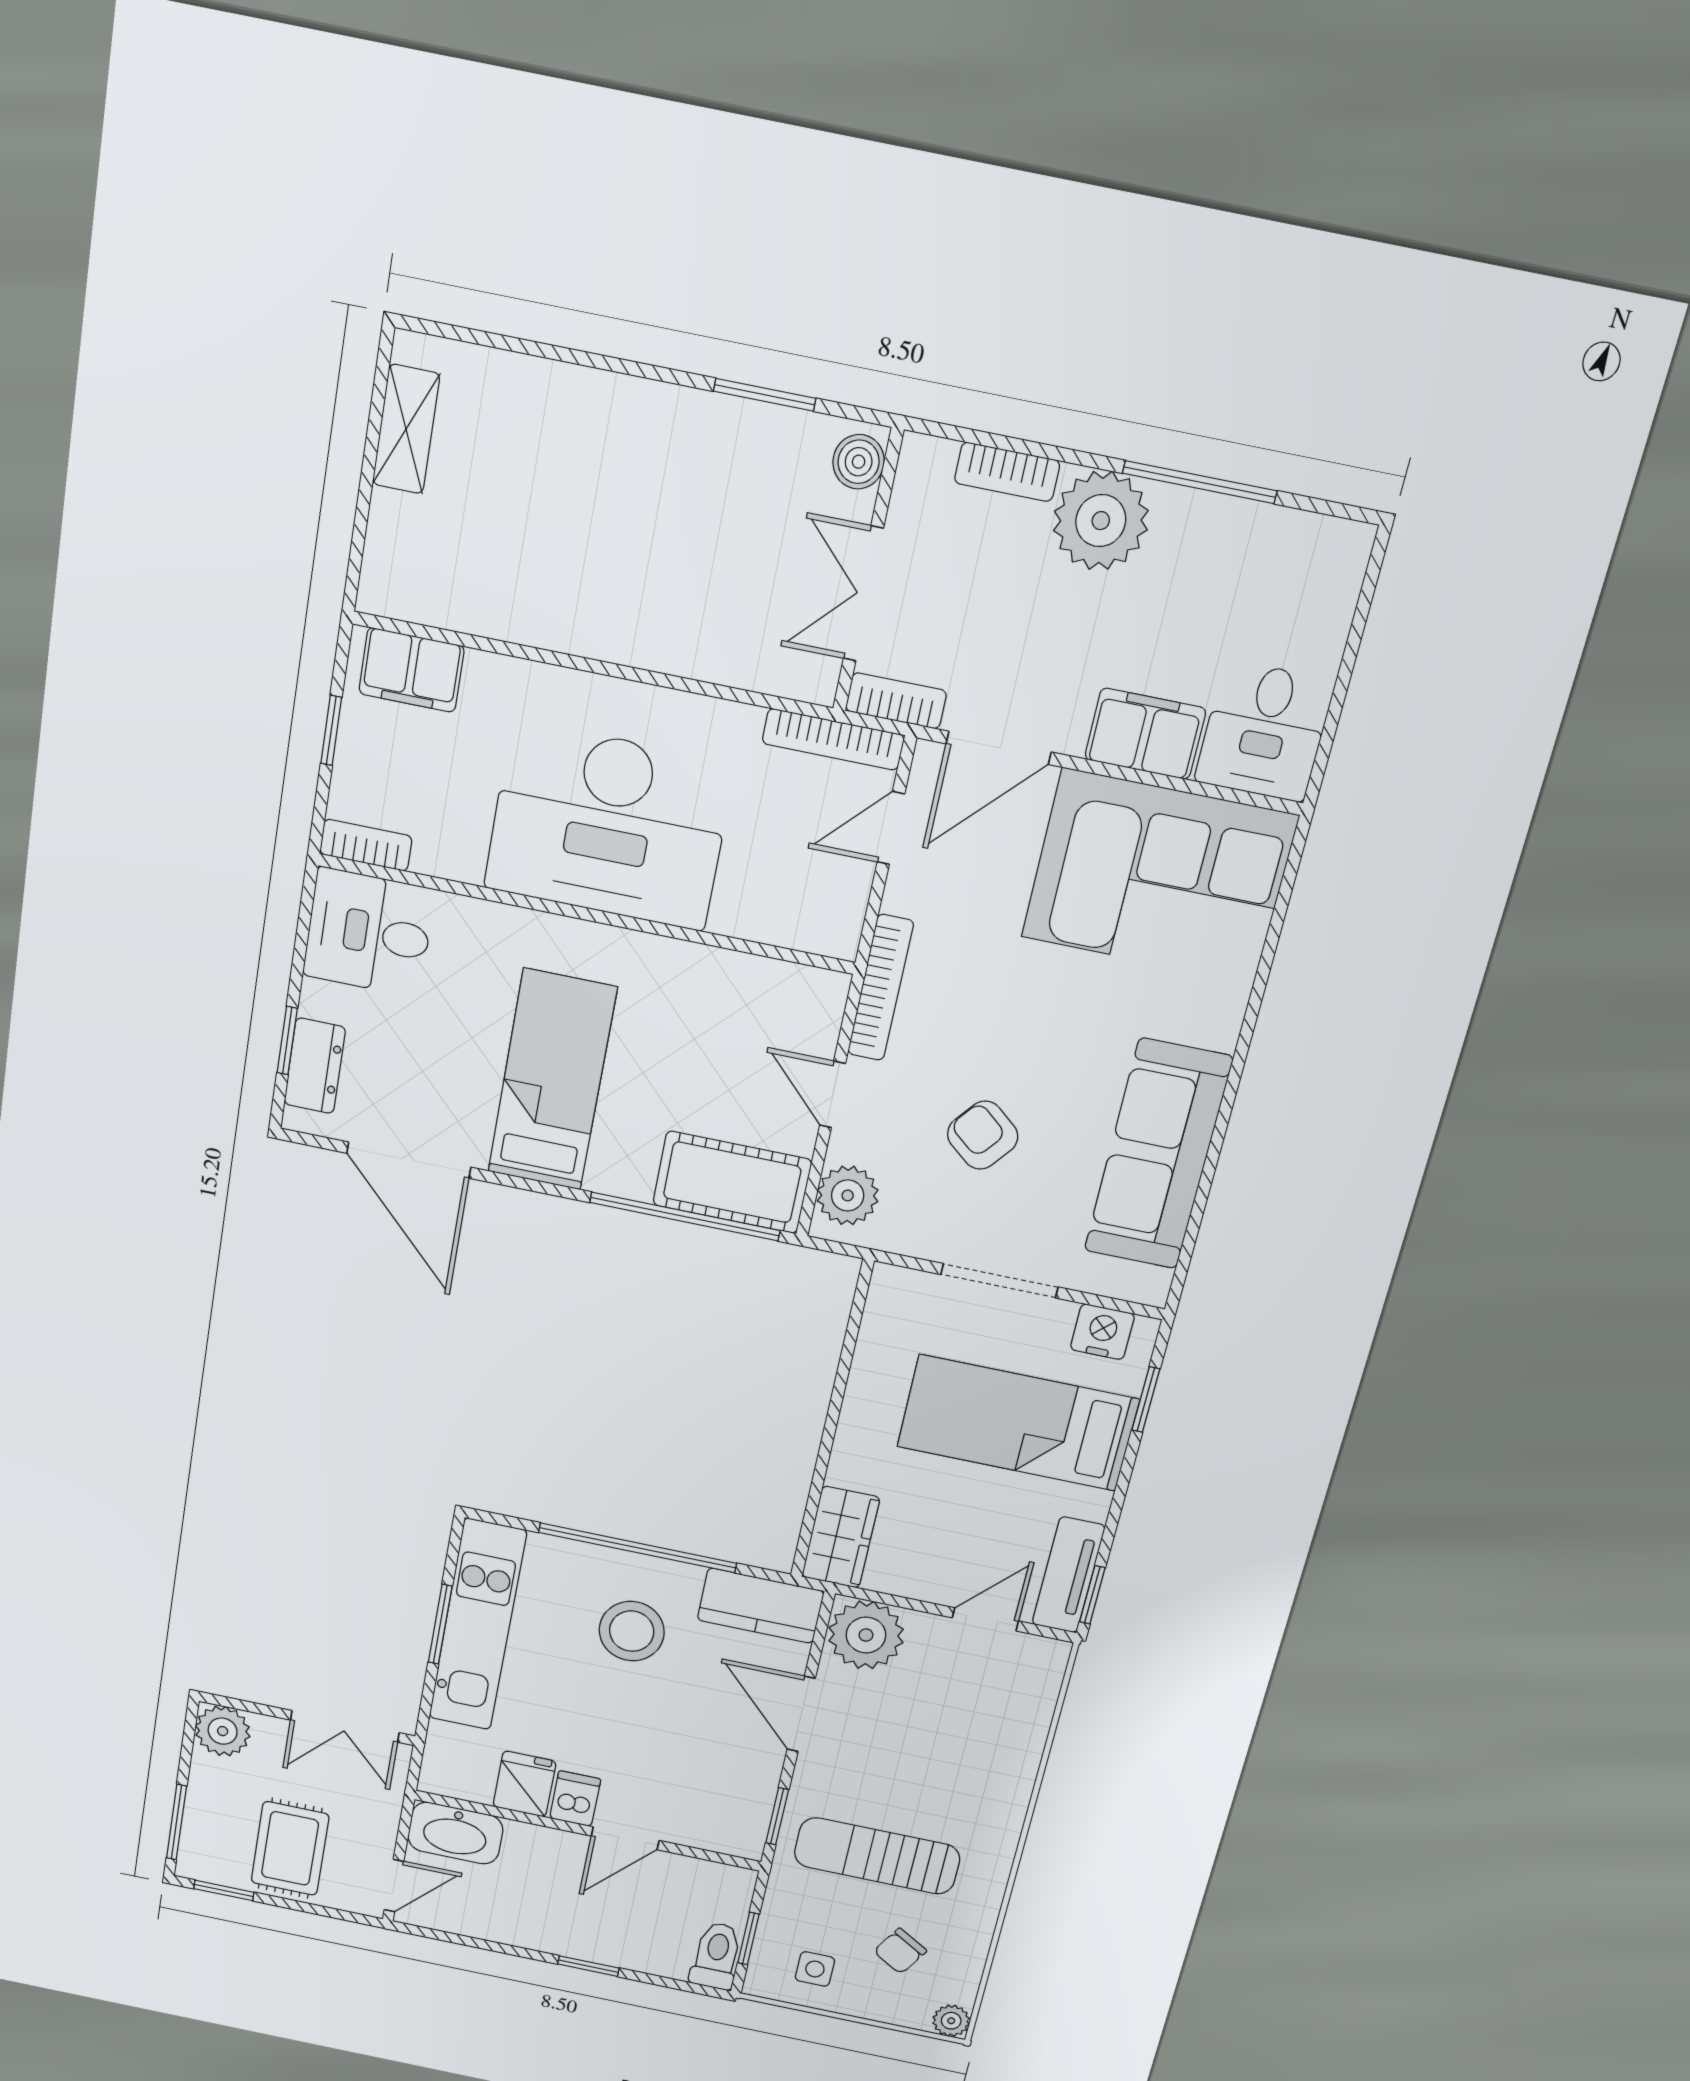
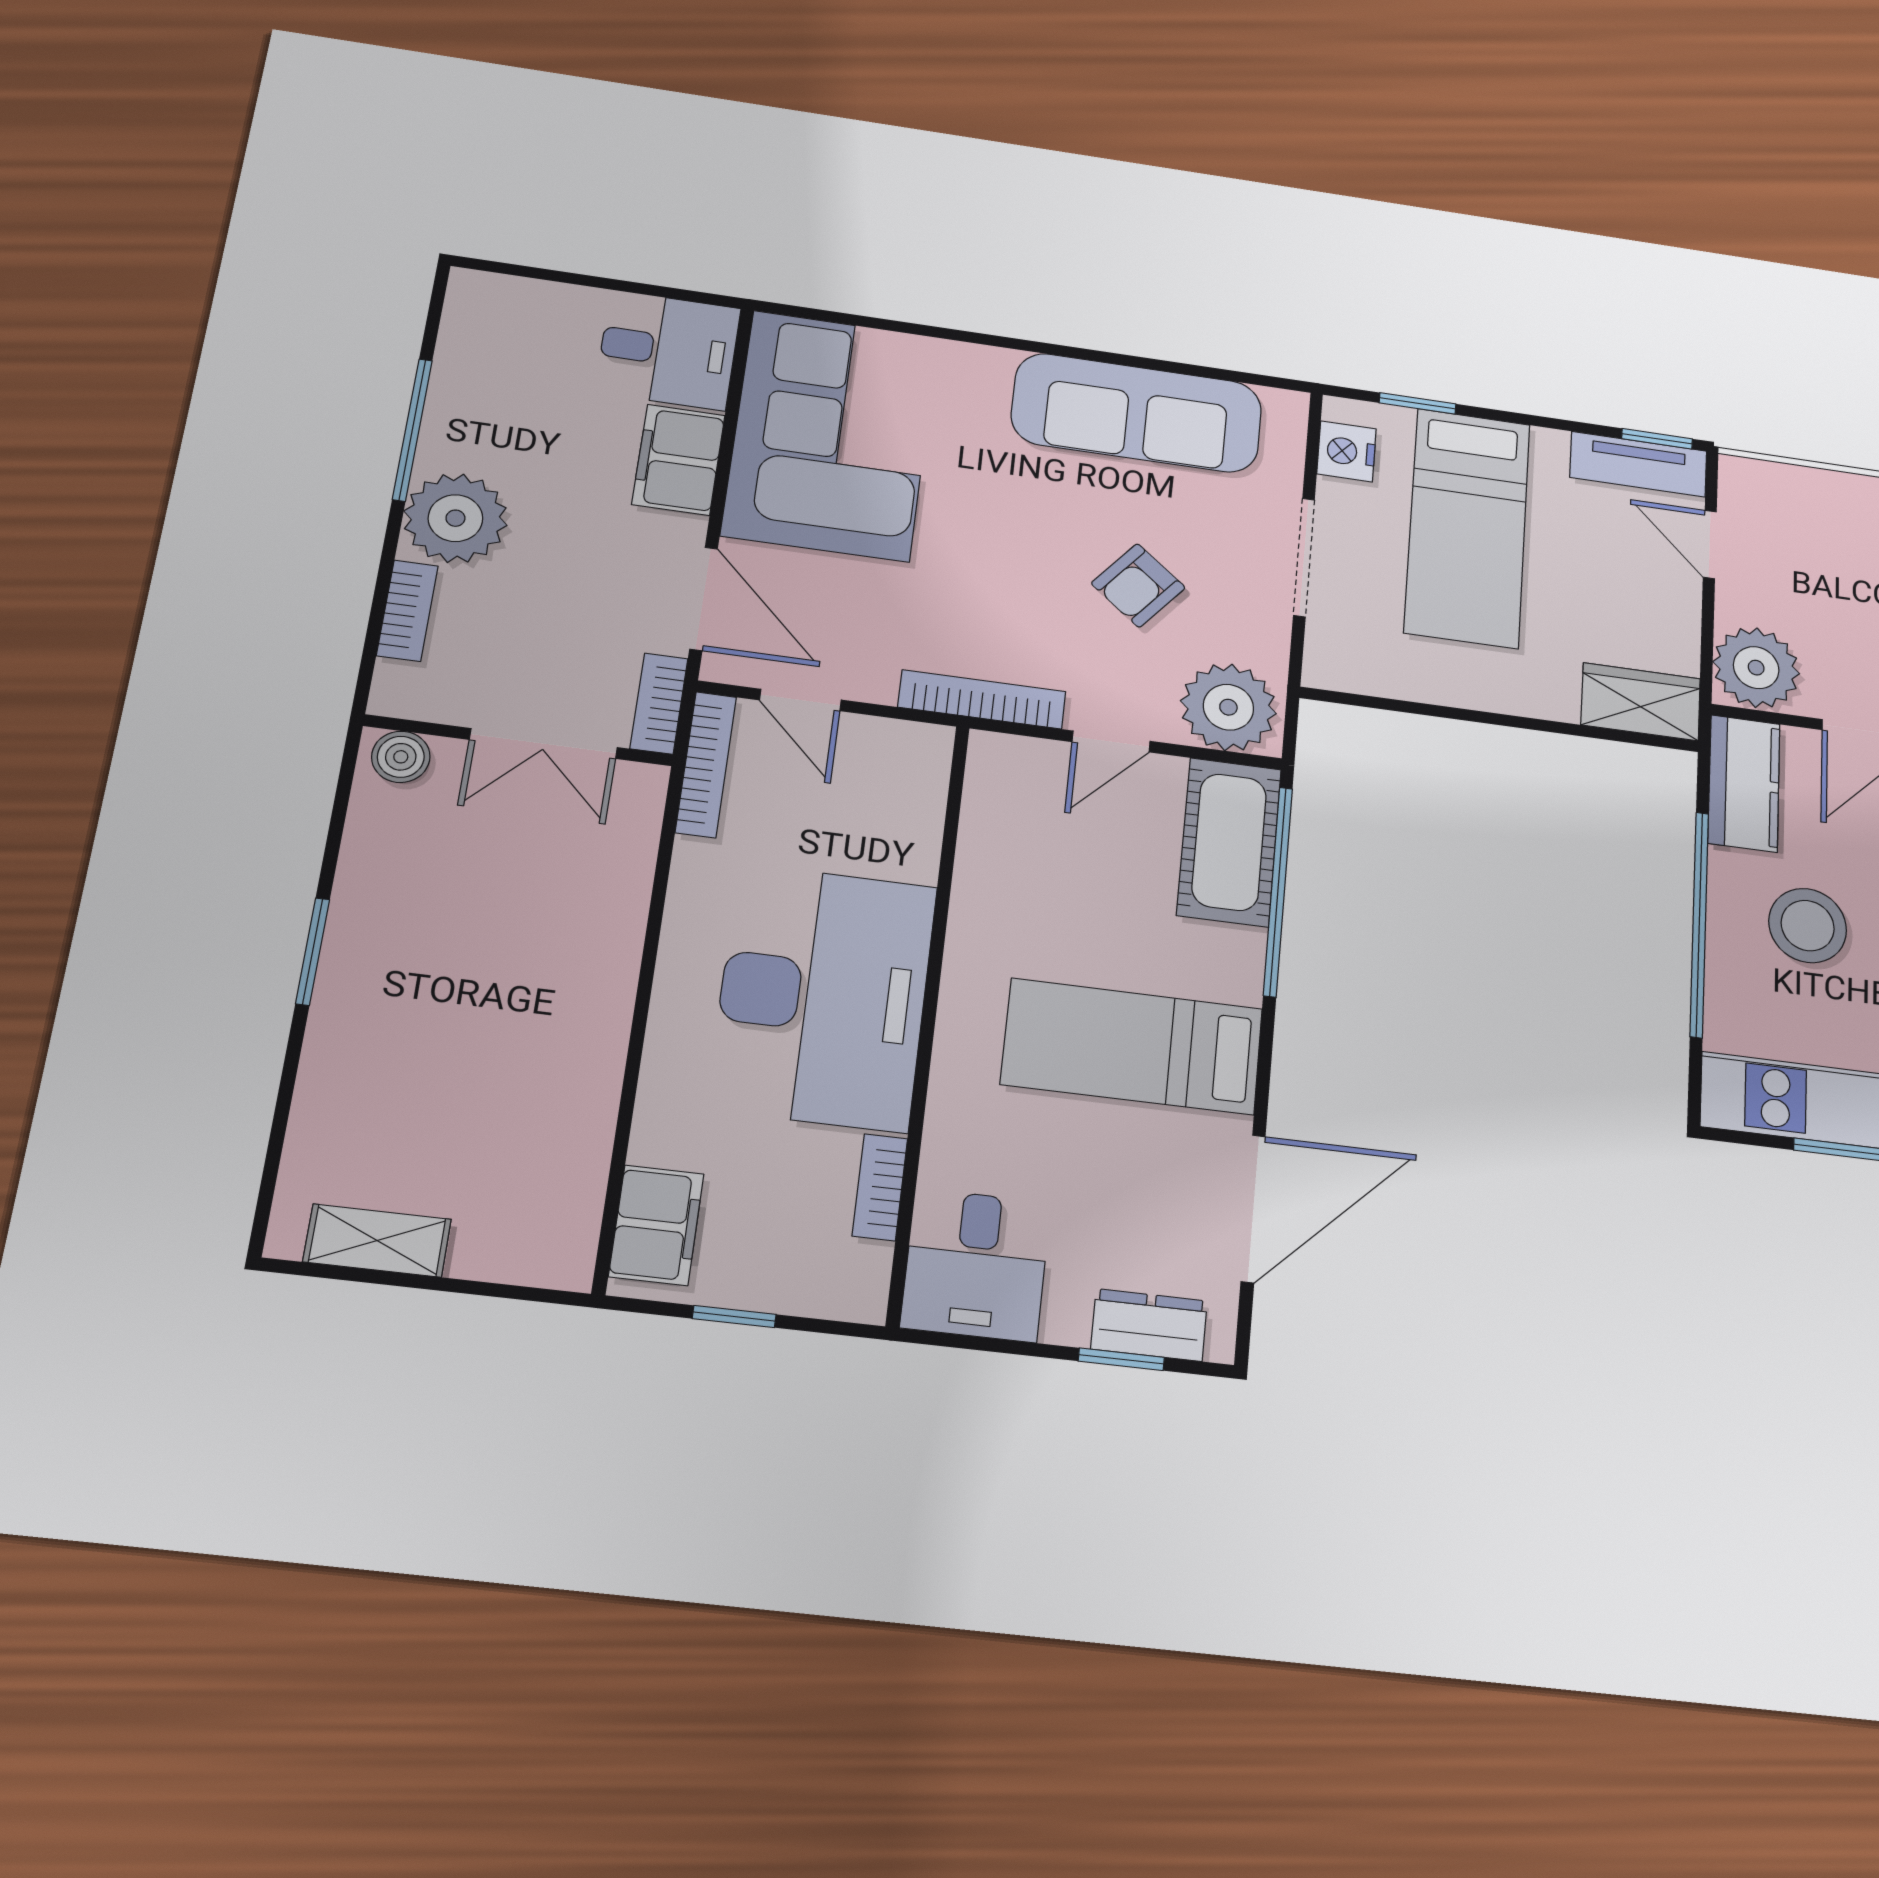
window: (765, 395) -> (313, 951), moved
bookcase: (366, 845) -> (880, 1187), moved
plant: (848, 1195) -> (1228, 707), width x1.36, depth x1.36

